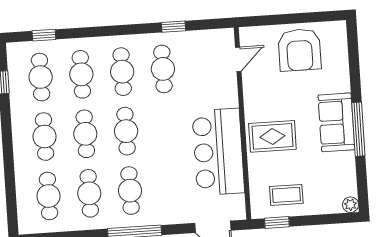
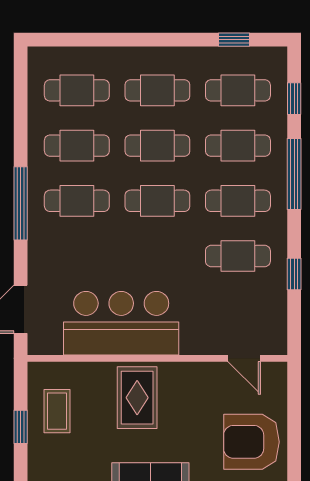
window: (100, 31) -> (294, 174), added
window: (277, 223) -> (21, 427), moved

